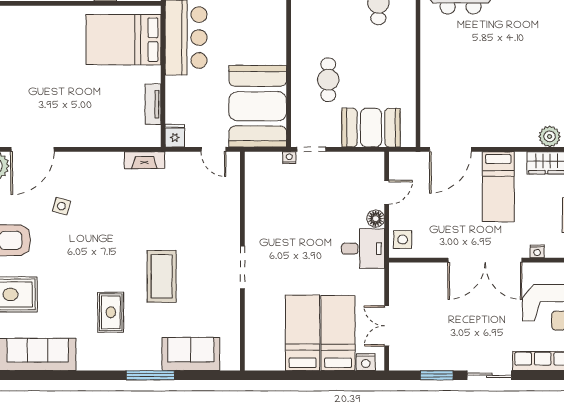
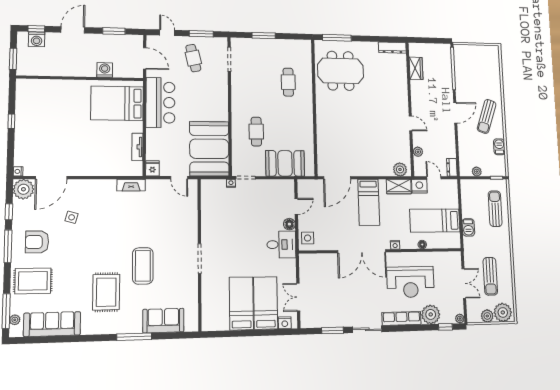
rug: (111, 312) -> (106, 292), width x1.36, depth x1.43

